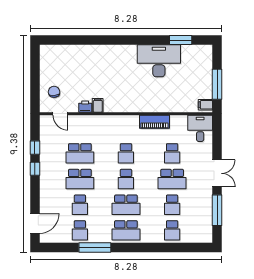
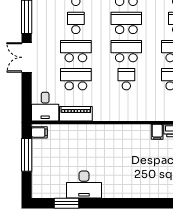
desk: (159, 61) -> (84, 185), width x0.73, depth x0.77
piano: (154, 122) -> (76, 114), moved
school desk: (172, 153) -> (76, 79), width x1.85
school desk: (126, 179) -> (126, 51), width x1.85

